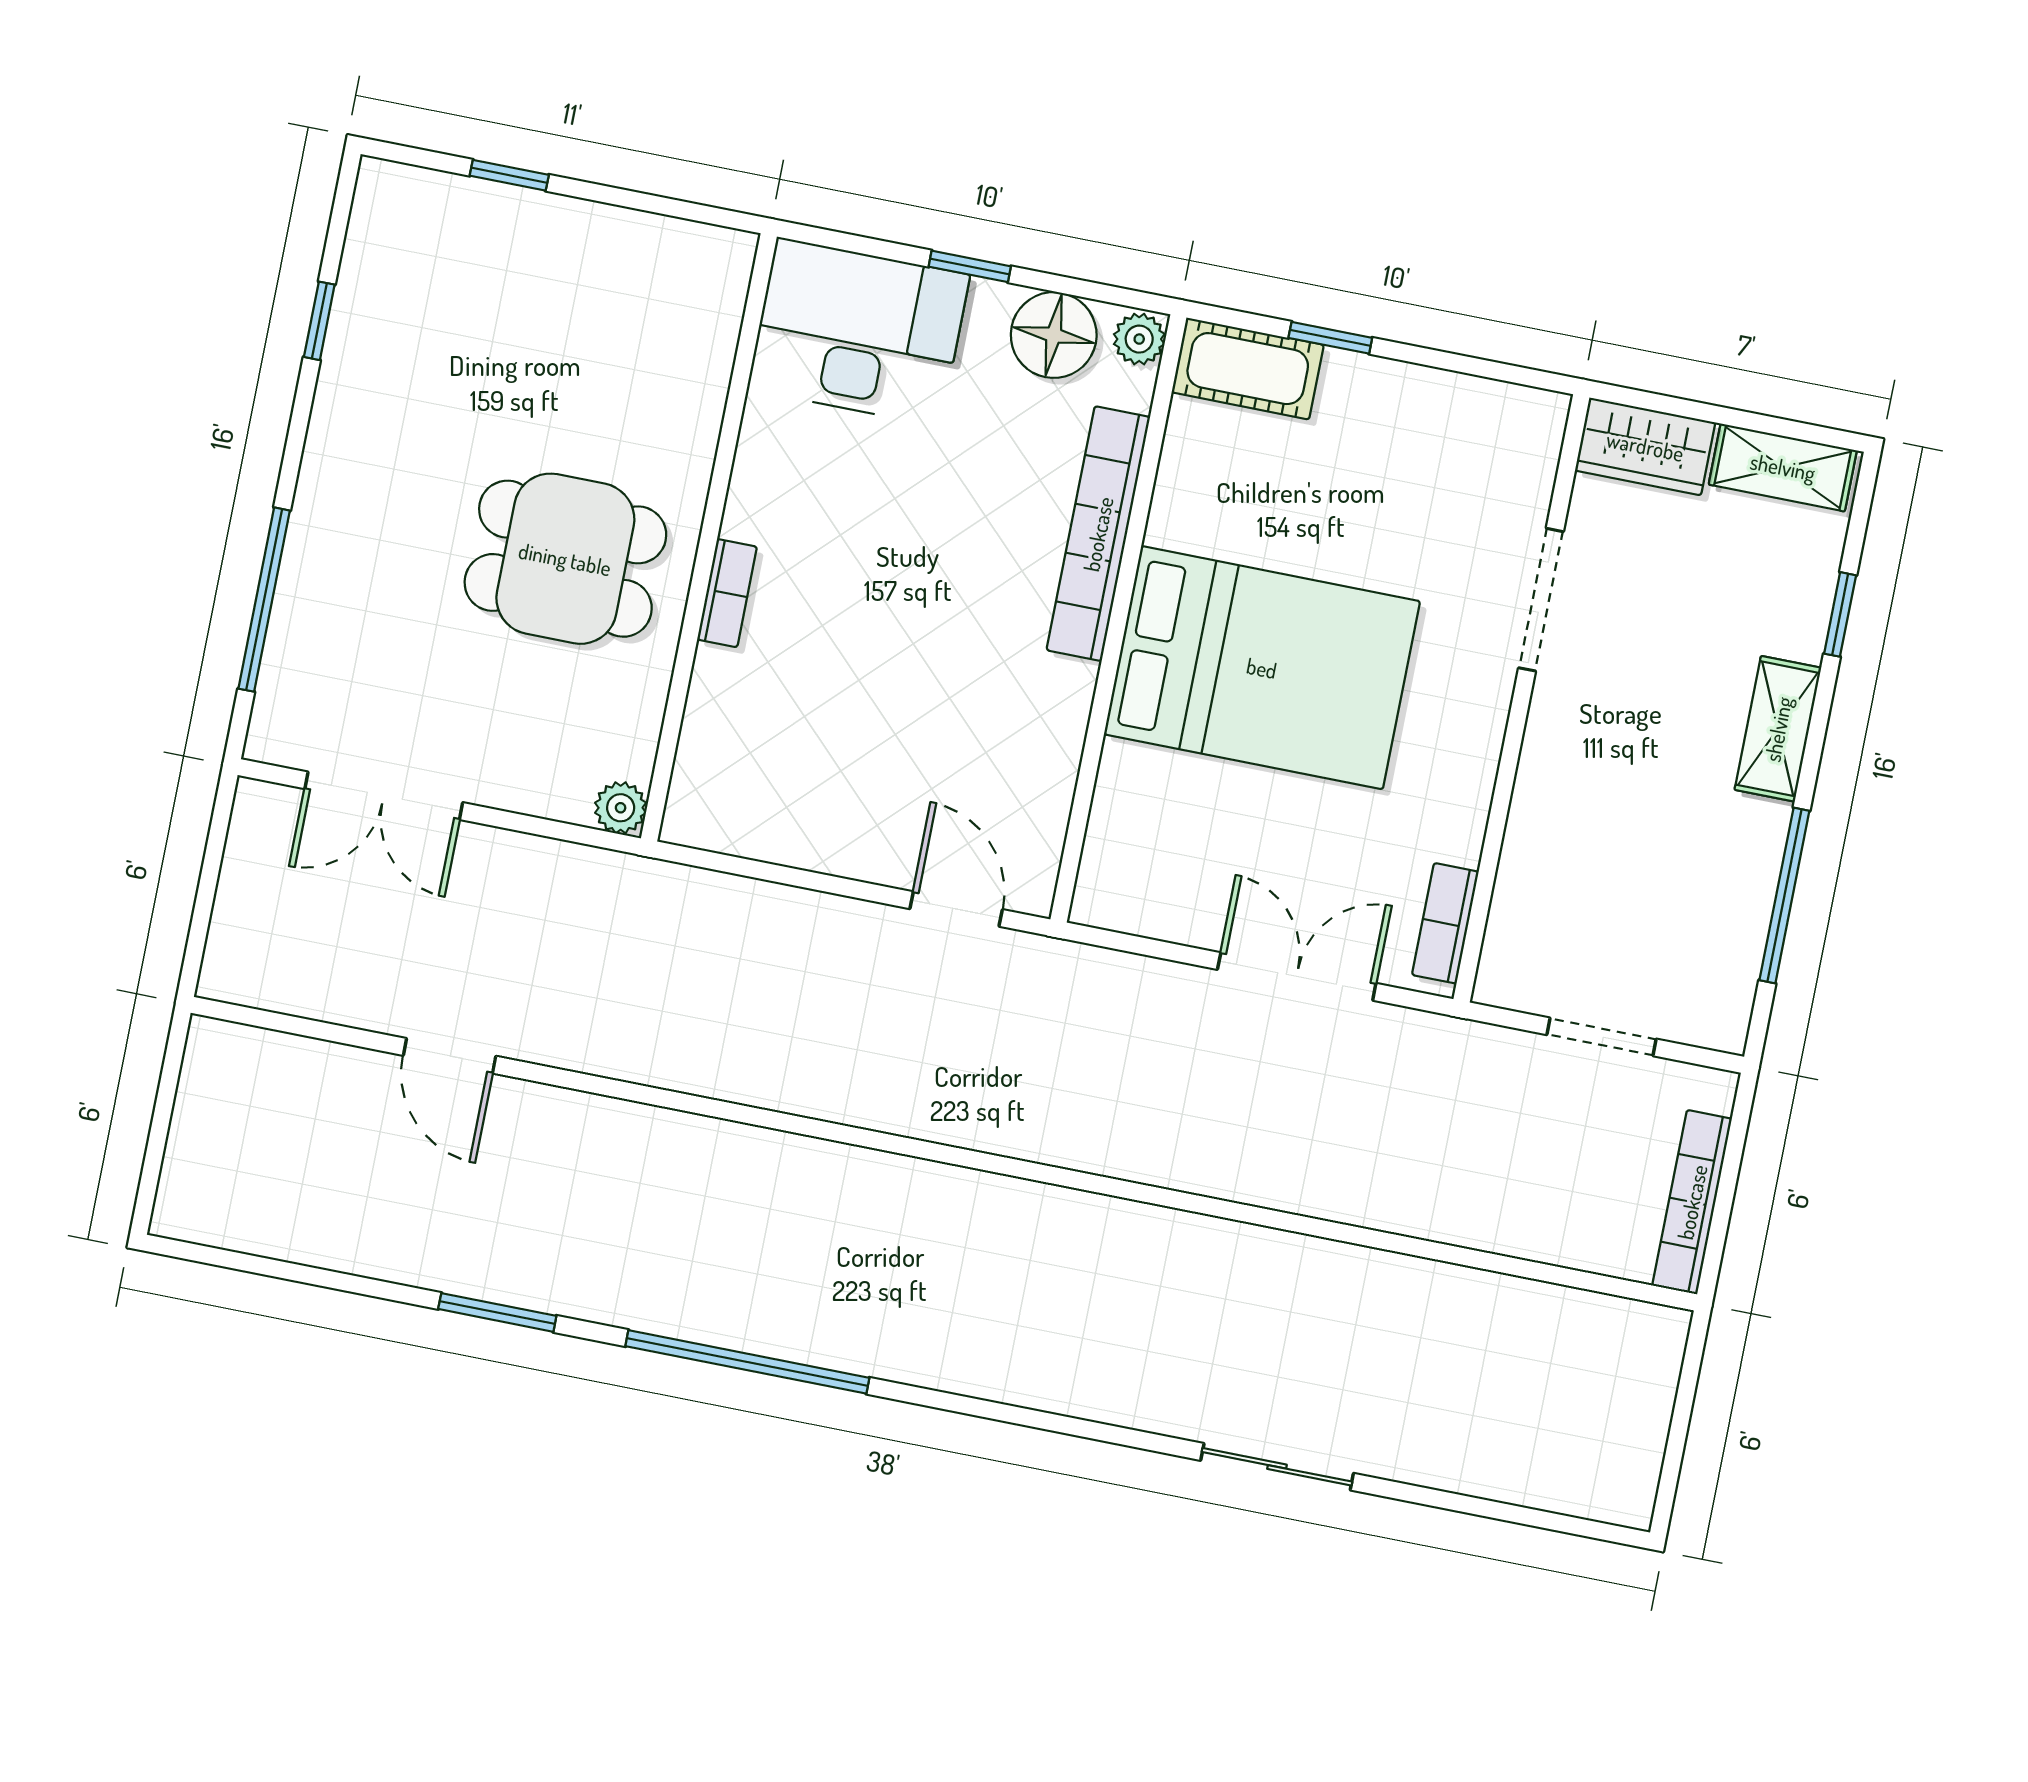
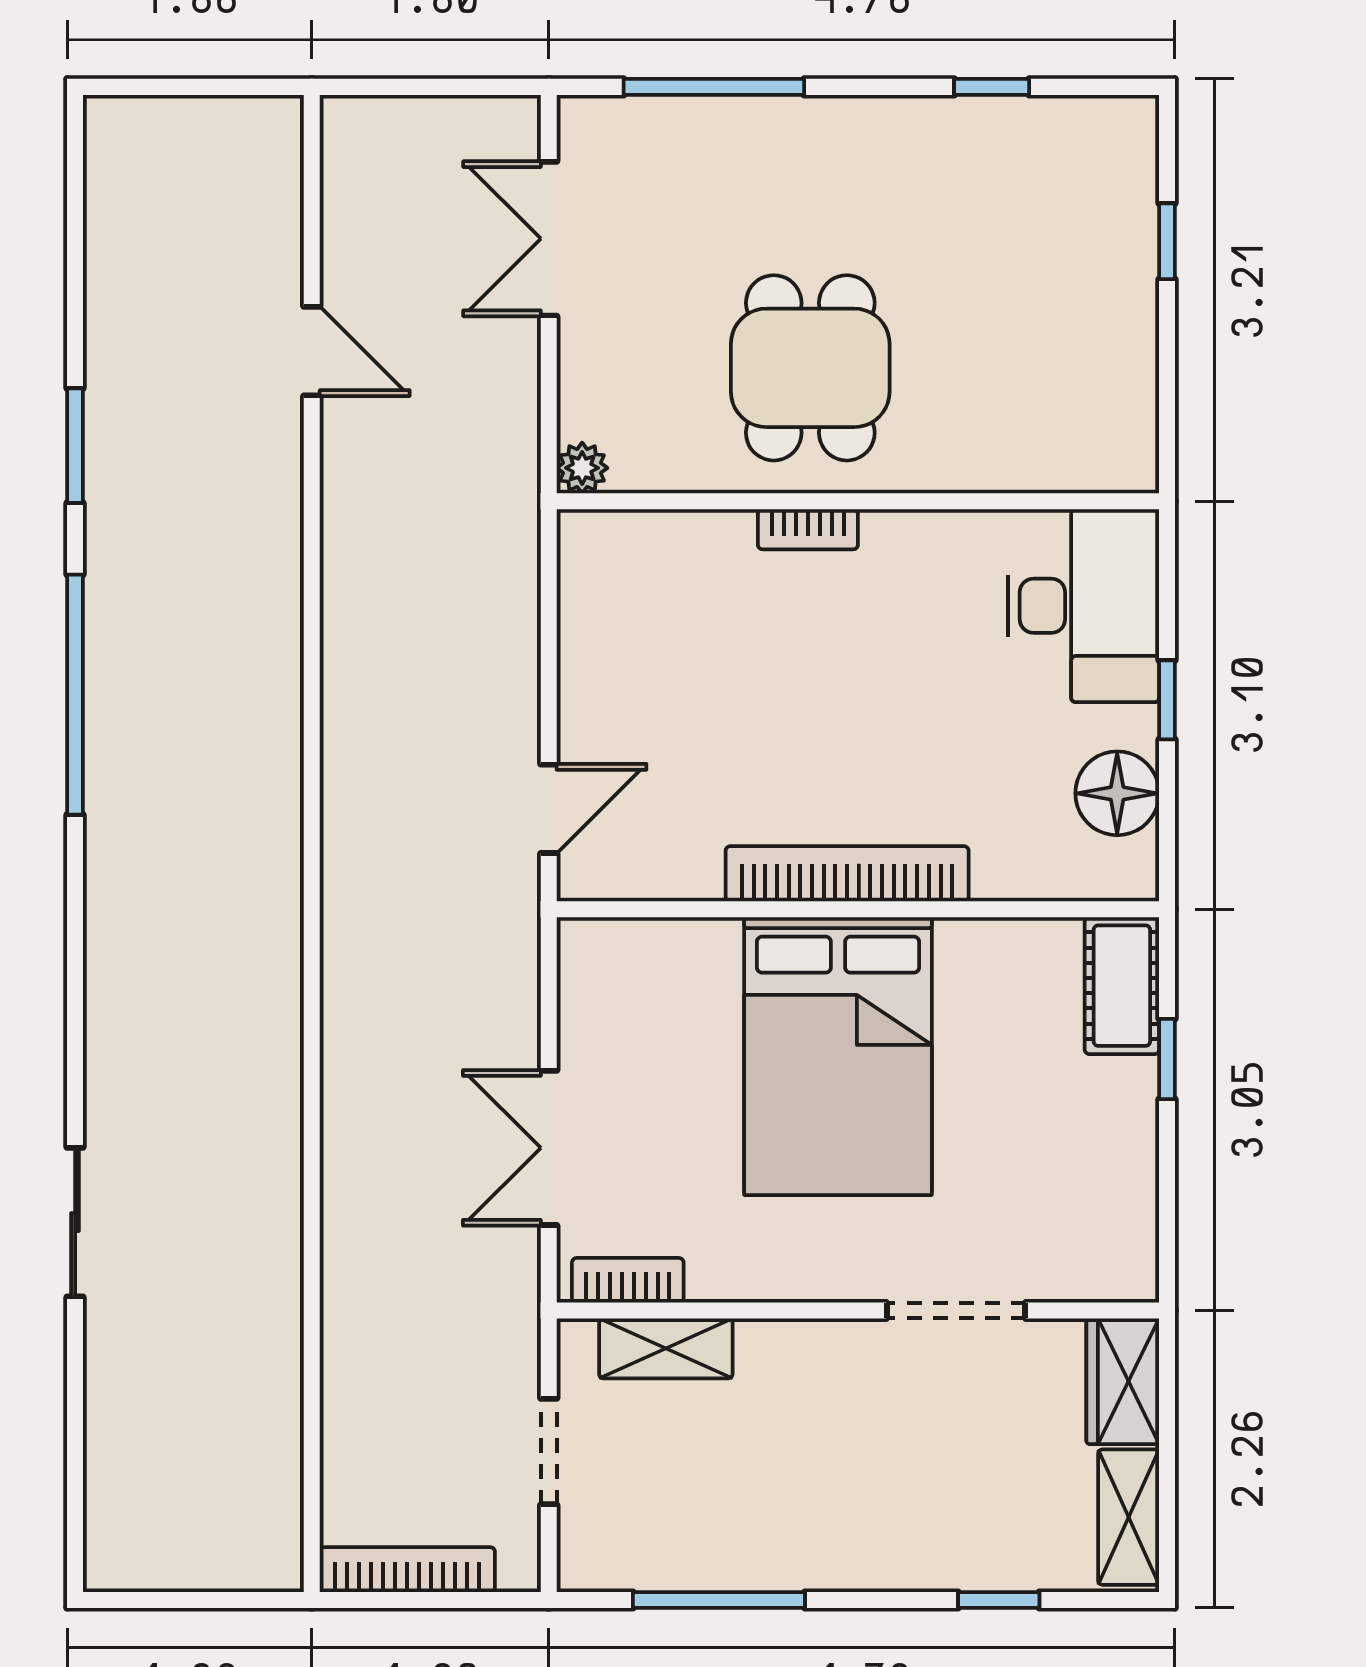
plant: (1139, 339) -> (1130, 876), removed
bookcase: (1098, 534) -> (847, 874), moved
shelving: (1778, 729) -> (666, 1348), moved
double door: (1297, 976) -> (549, 1148), swing flipped
door: (450, 1056) -> (312, 351), swing flipped

